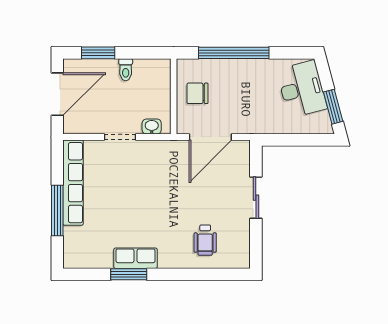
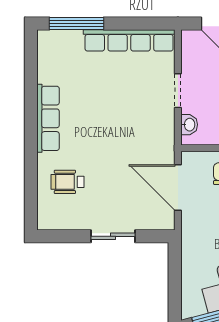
window: (57, 210) -> (77, 23), moved
row of seats: (135, 258) -> (48, 118), width x1.48
window: (129, 274) -> (31, 100), removed

